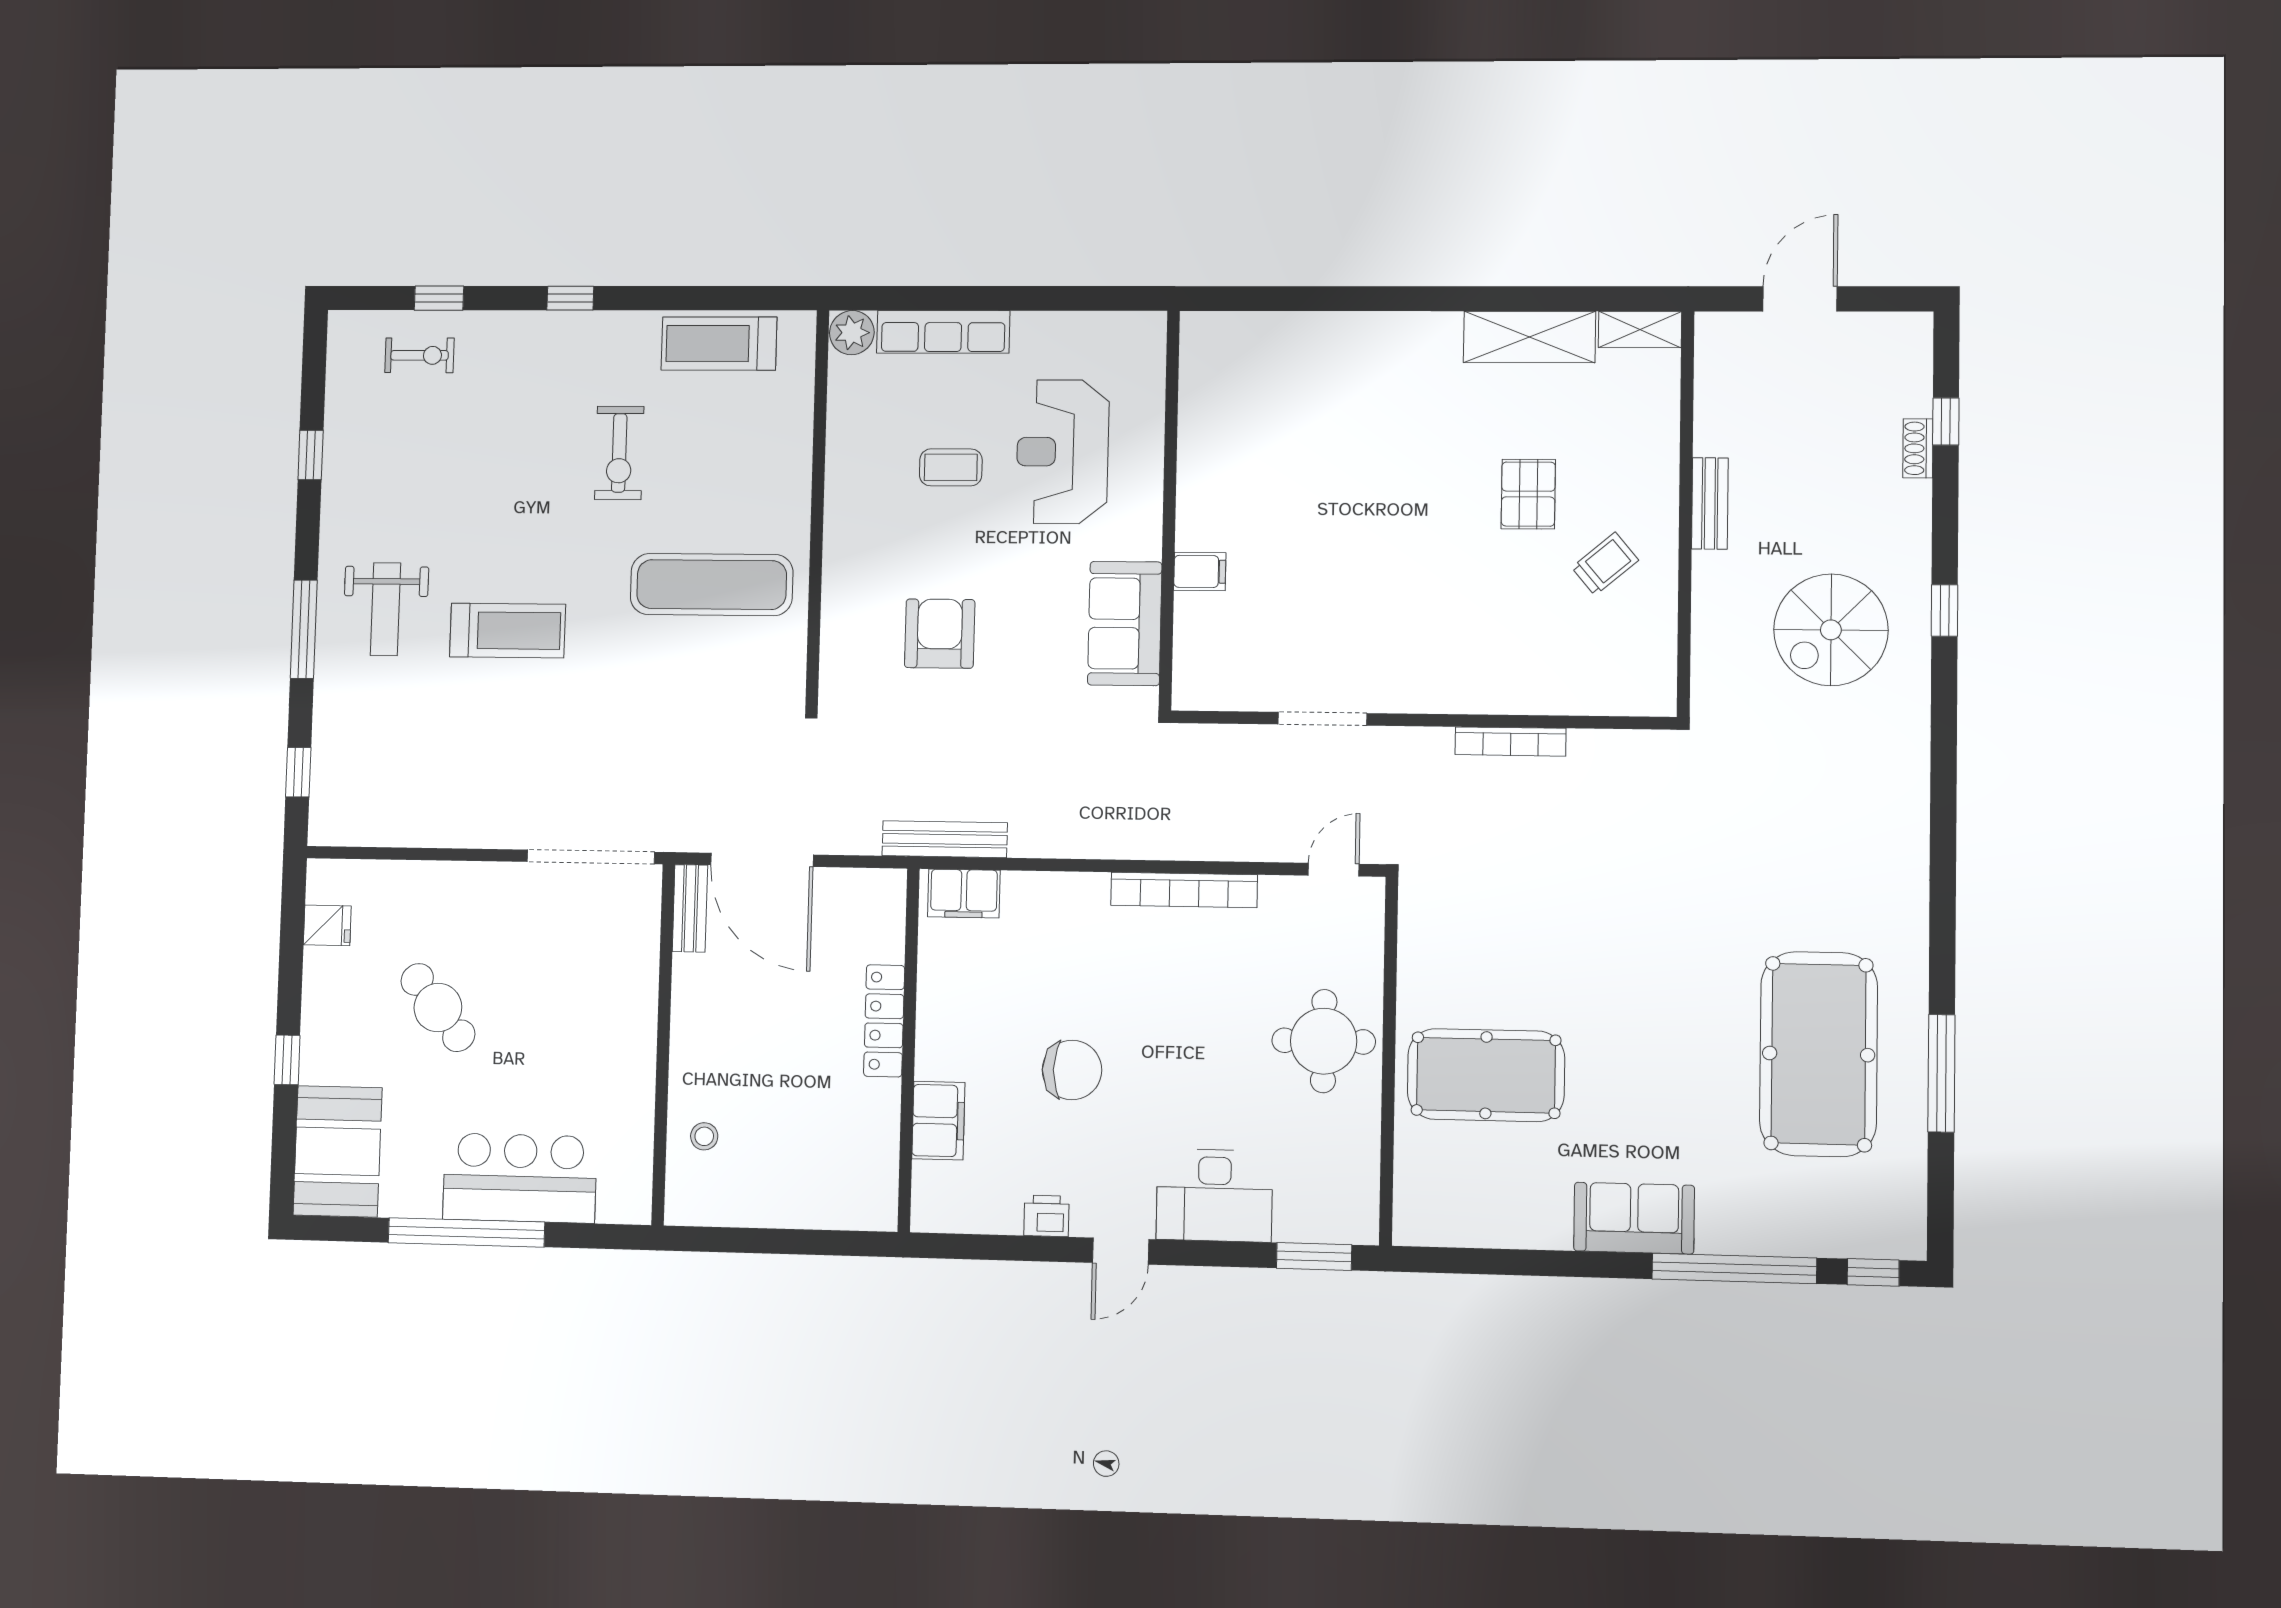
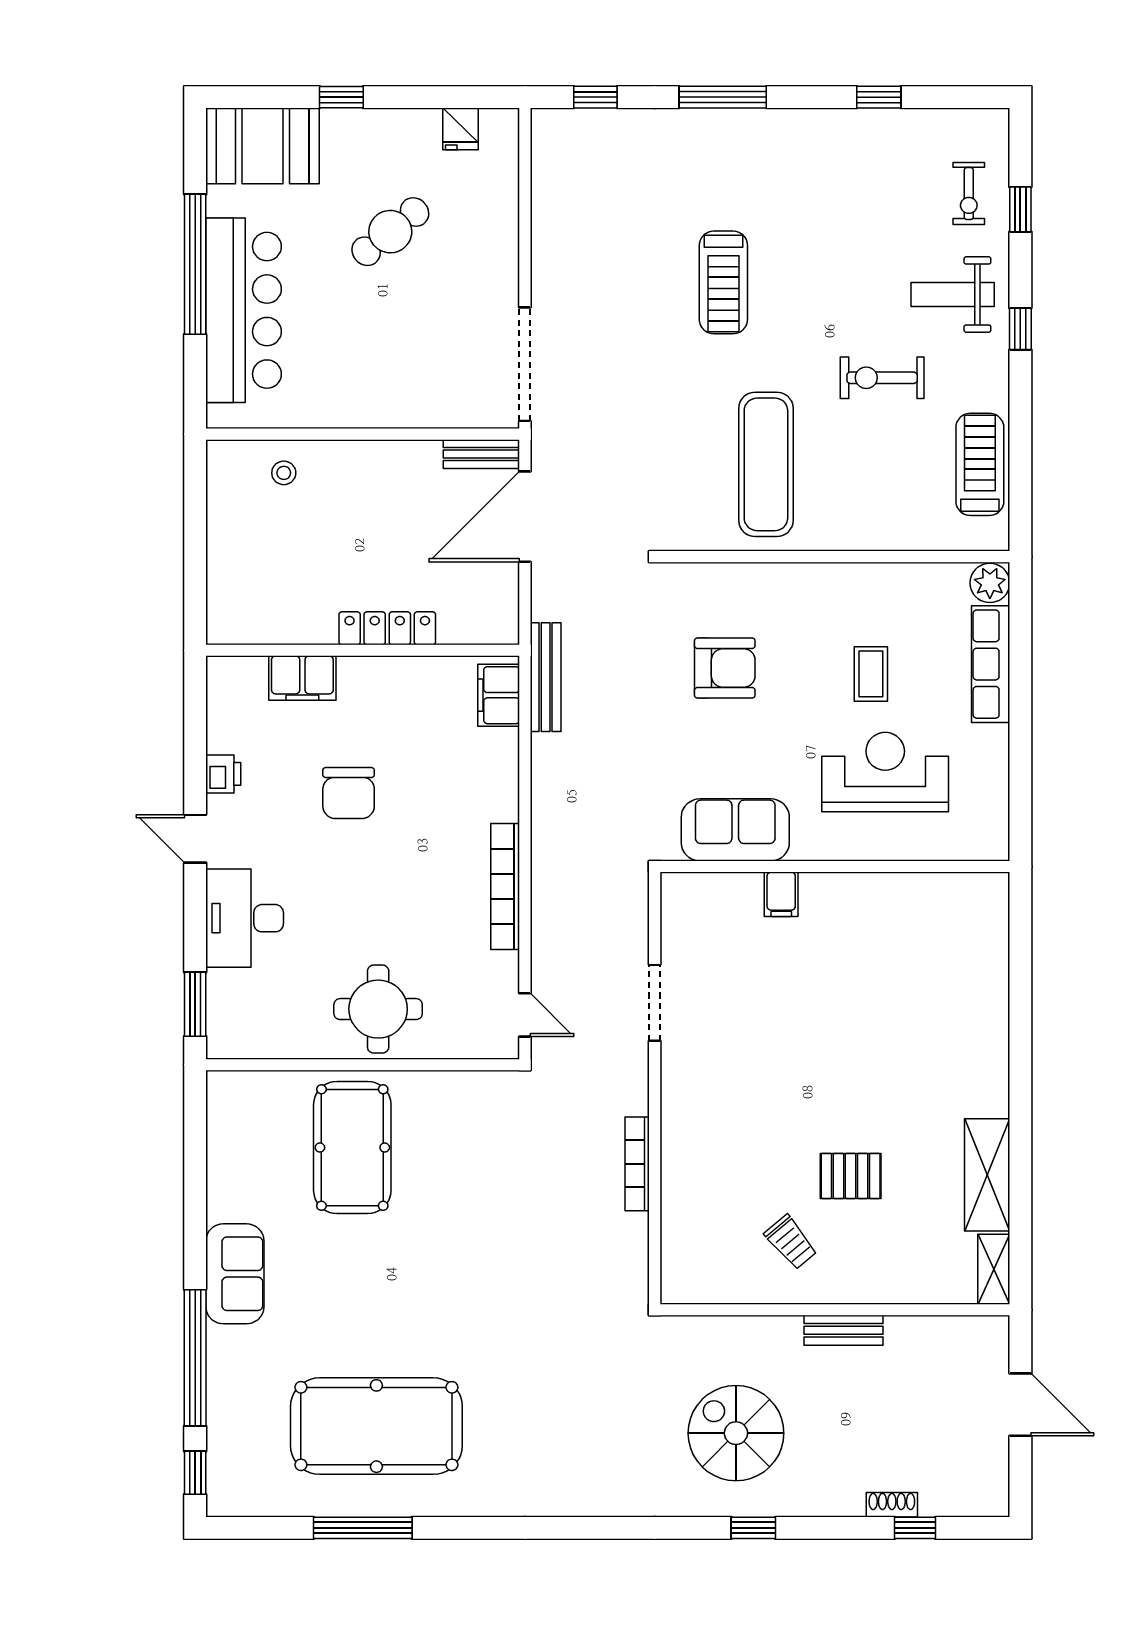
weight bench: (386, 609) -> (953, 295), moved
bar counter: (520, 1178) -> (244, 310), width x1.36

